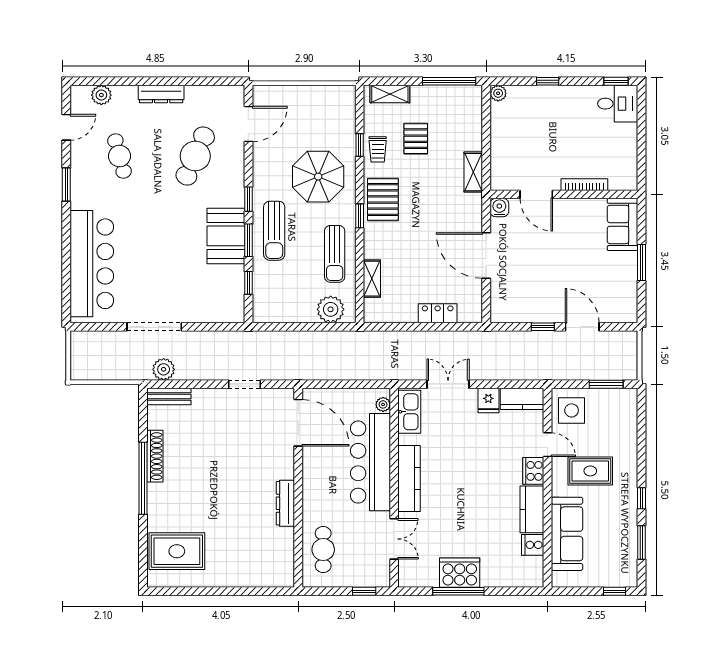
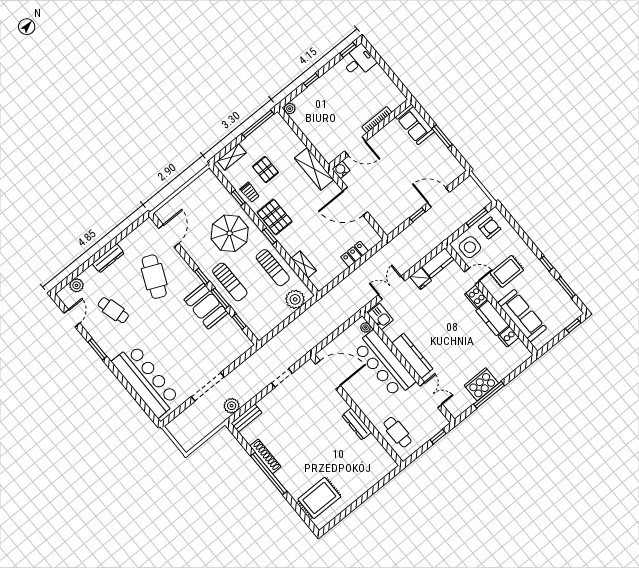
shelving: (473, 172) -> (314, 169), width x1.50, depth x1.33
armchair: (611, 407) -> (490, 228), added
kitchen sink: (409, 412) -> (380, 317), width x0.73

